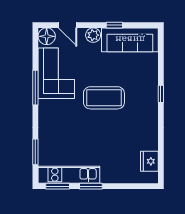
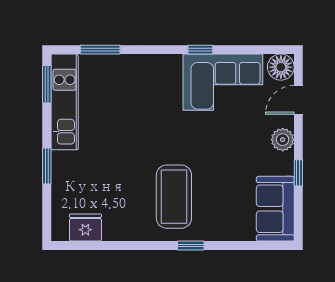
sofa: (130, 40) -> (275, 209), width x0.73
window: (35, 88) -> (200, 50), width x0.46
coffee table: (104, 98) -> (174, 197), moved
window: (91, 186) -> (47, 166), moved

